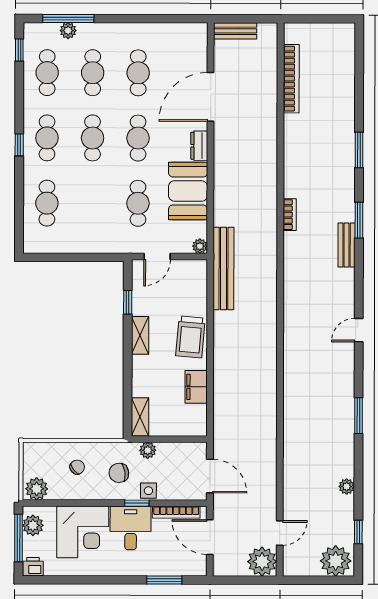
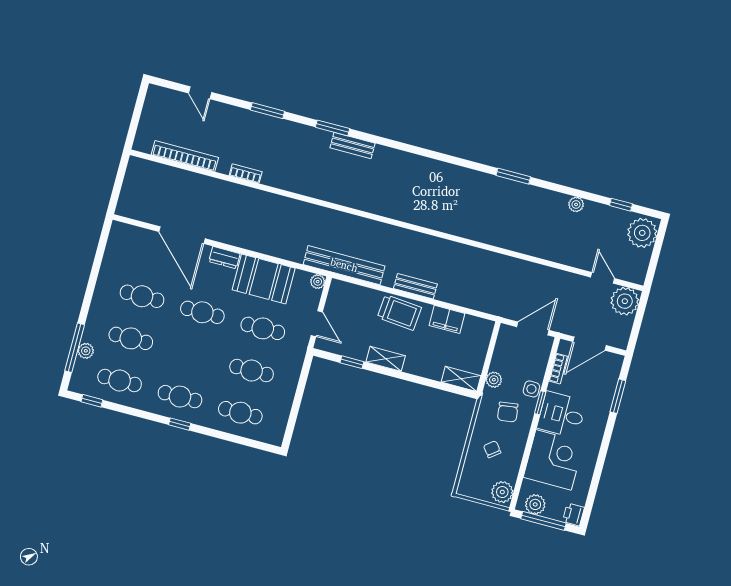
bench: (235, 31) -> (415, 286), moved, turned 90
cafe table: (93, 138) -> (252, 371), moved
bookcase: (290, 215) -> (246, 174), moved
door: (359, 330) -> (200, 93), moved
bookcase: (176, 512) -> (558, 369), width x0.64

